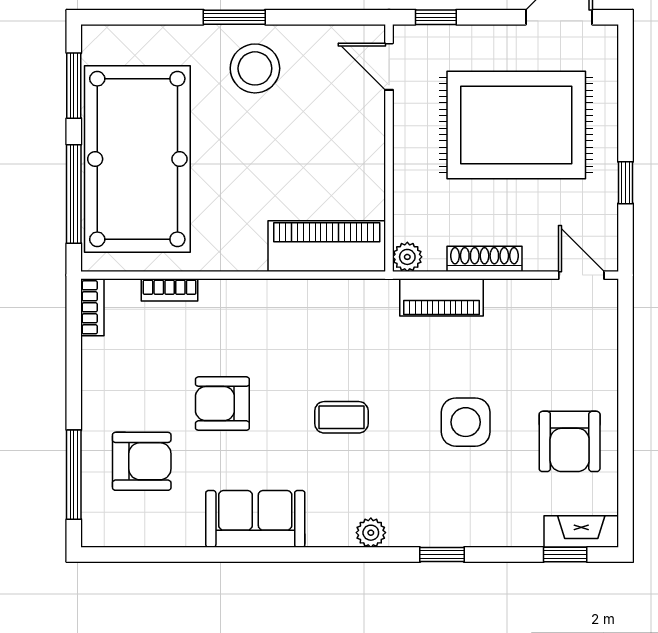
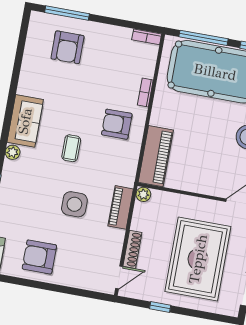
shoe rack: (485, 259) -> (132, 249), moved
bookcase: (170, 290) -> (145, 93), moved
armchair: (222, 404) -> (117, 124), moved, turned -90
side table: (466, 422) -> (74, 204), moved
sofa: (255, 519) -> (25, 121), moved

